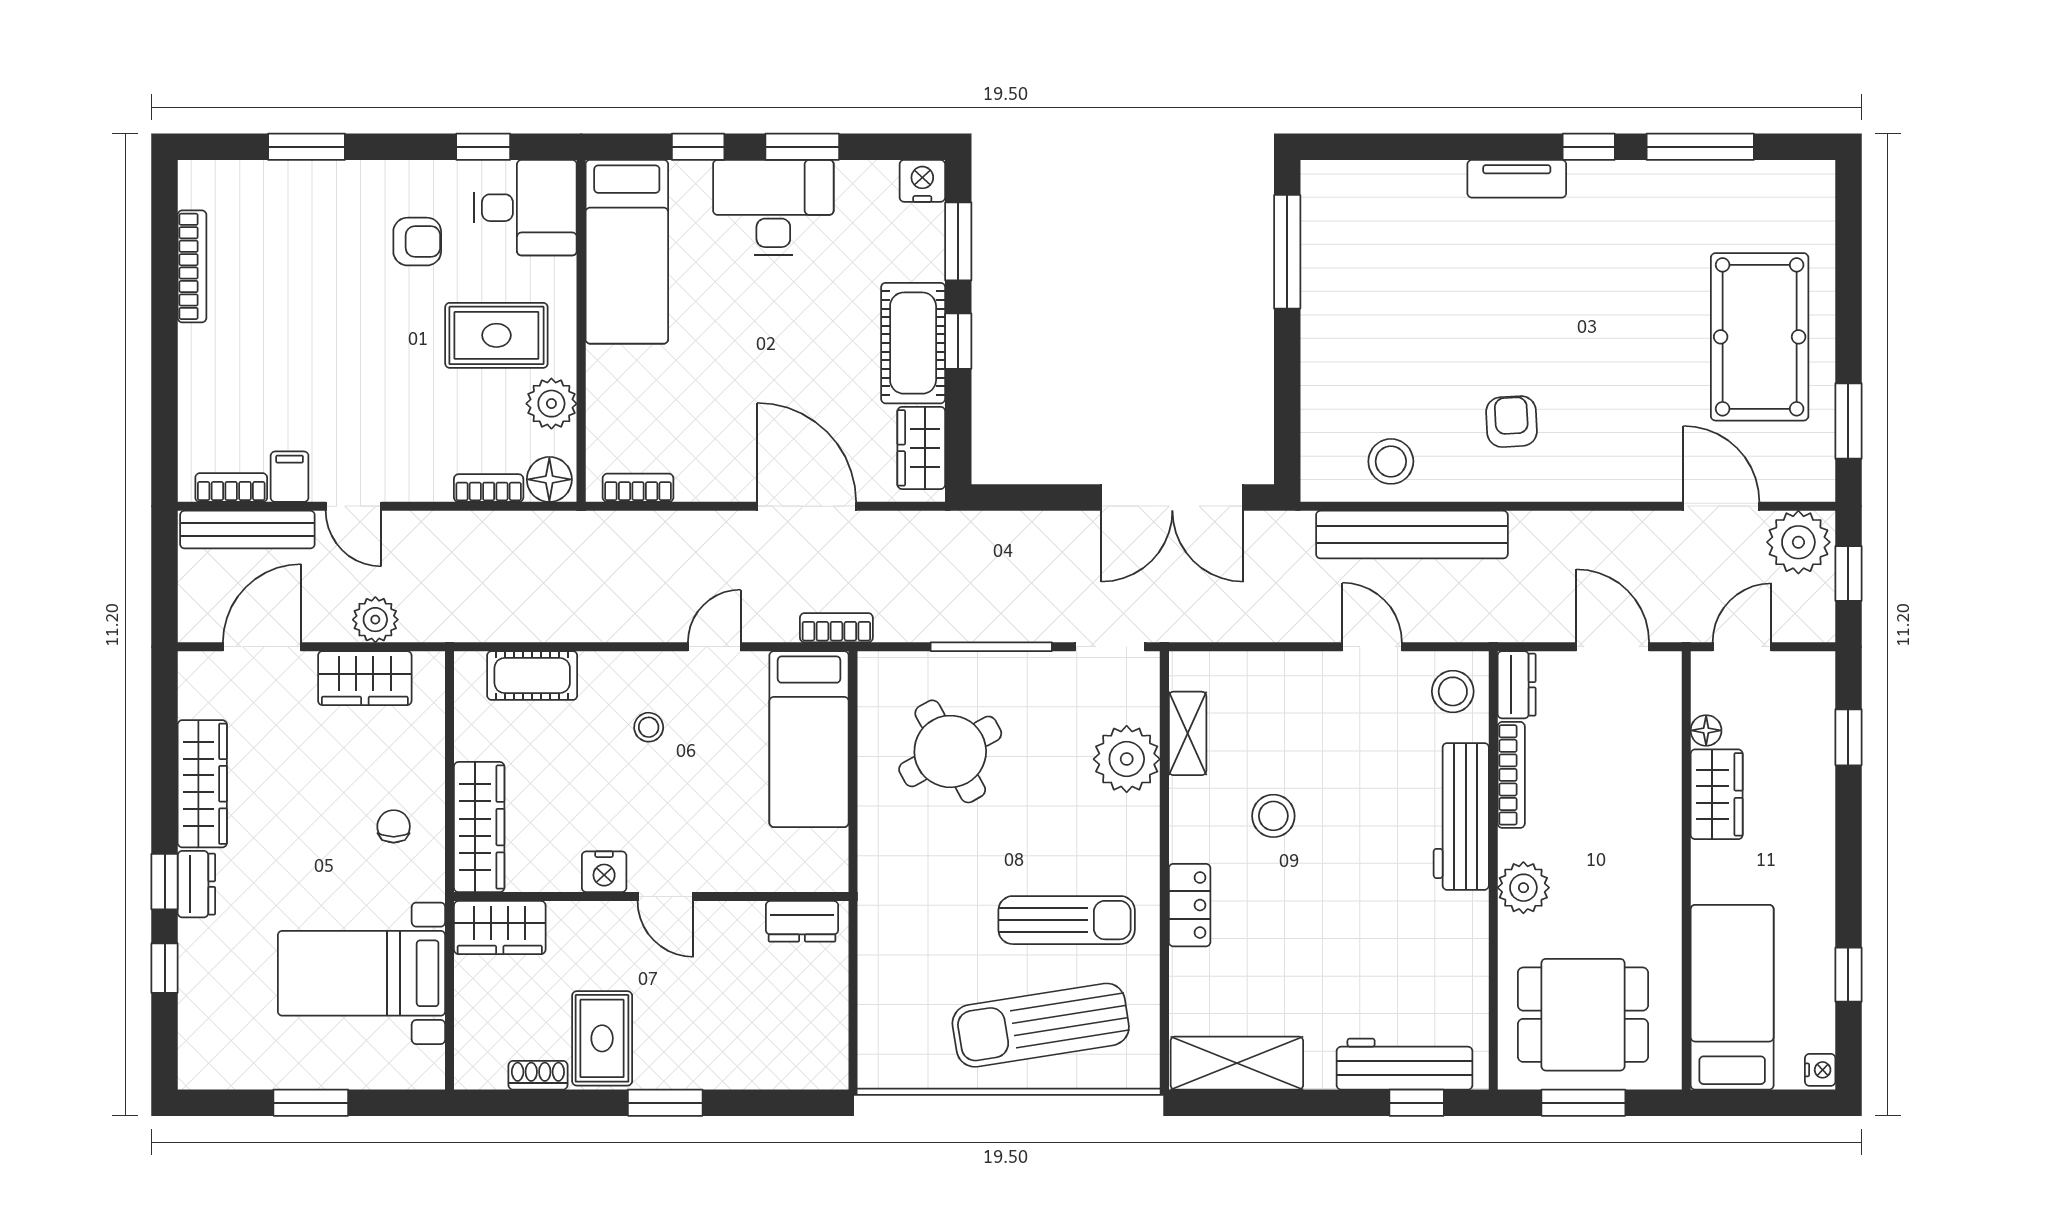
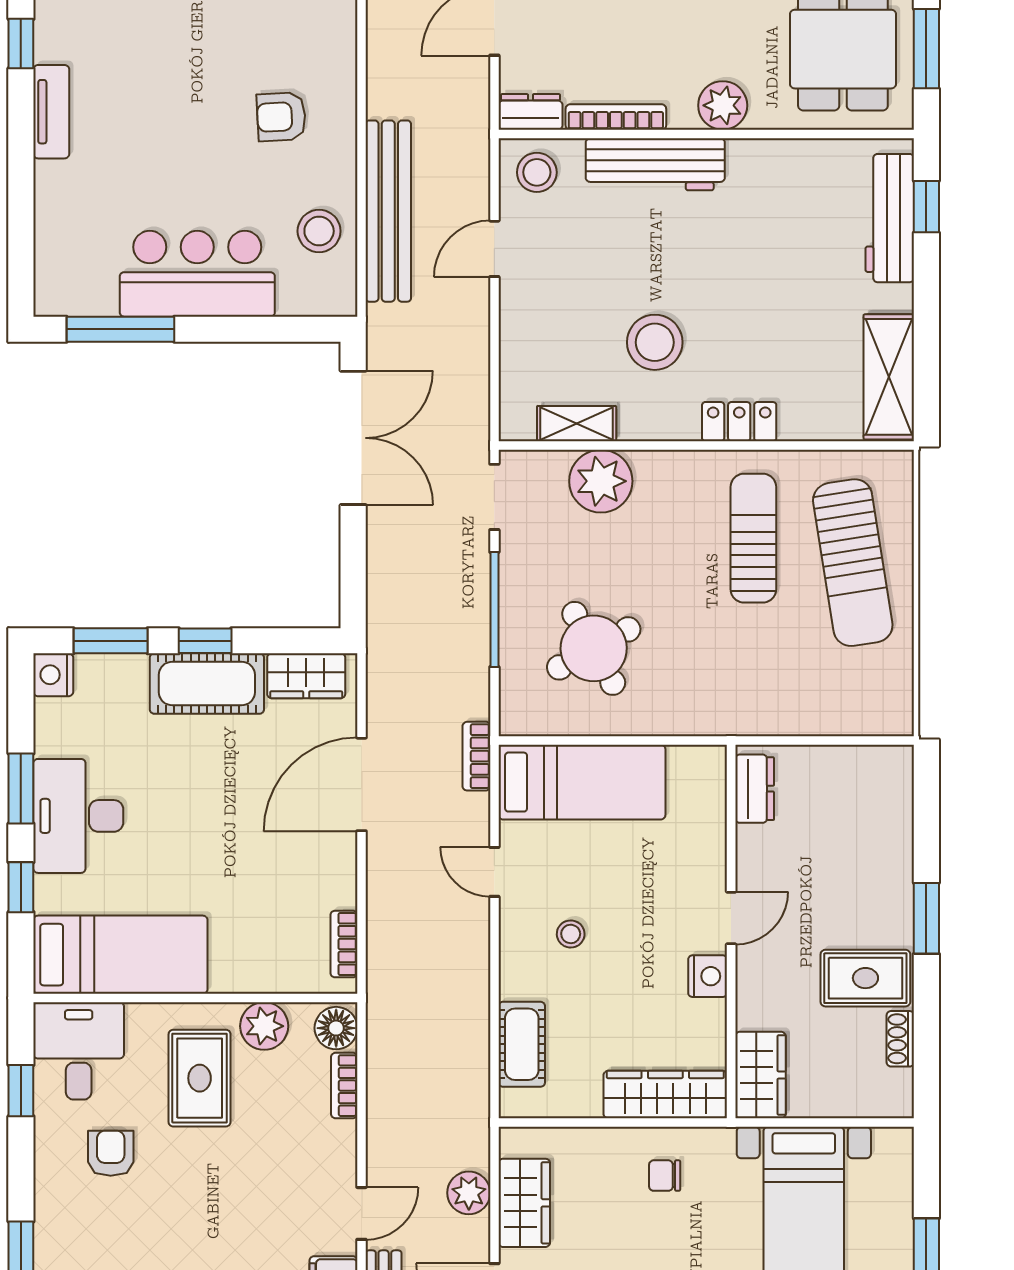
bar counter: (1346, 333) -> (197, 274), added
stool: (1273, 816) -> (655, 342), width x1.38, depth x1.38

